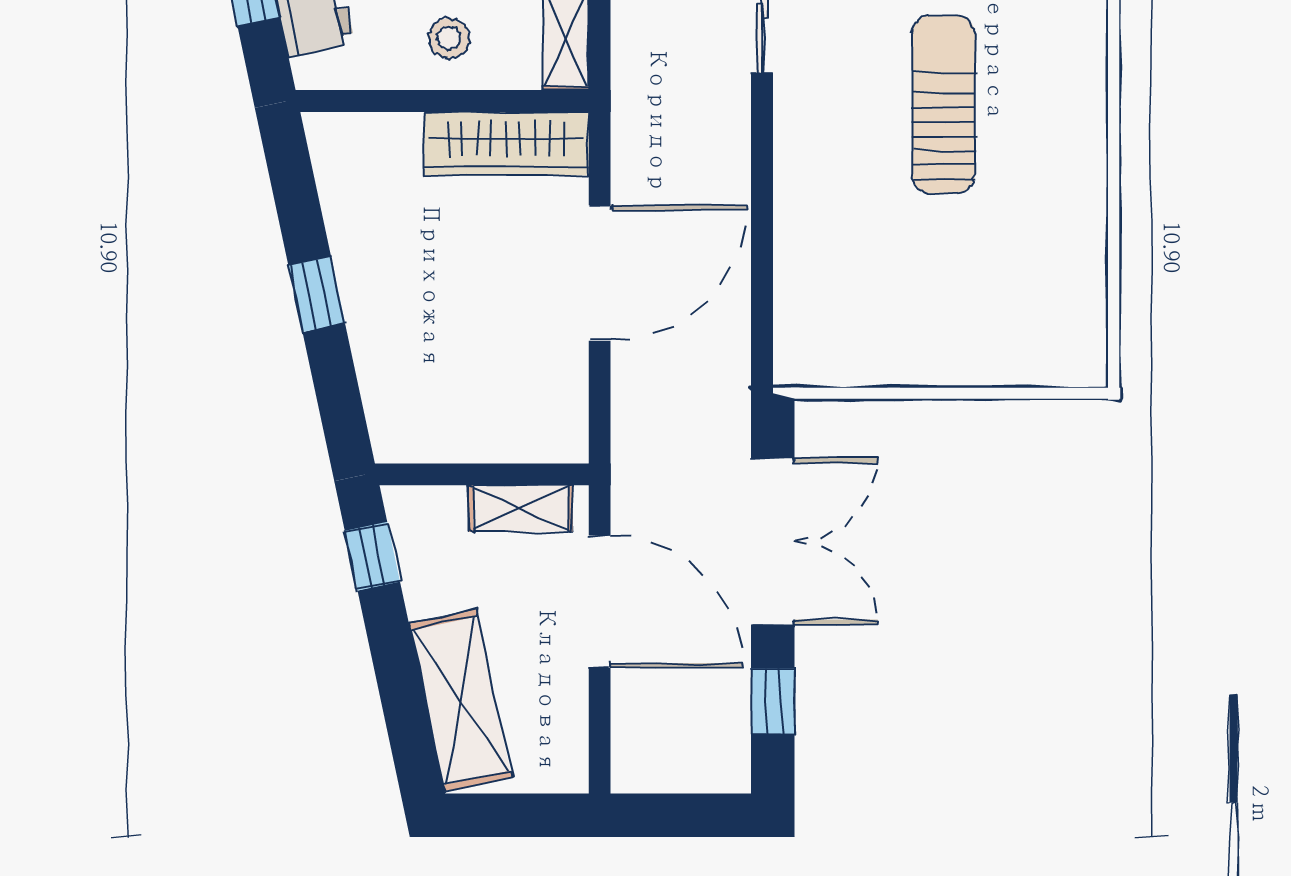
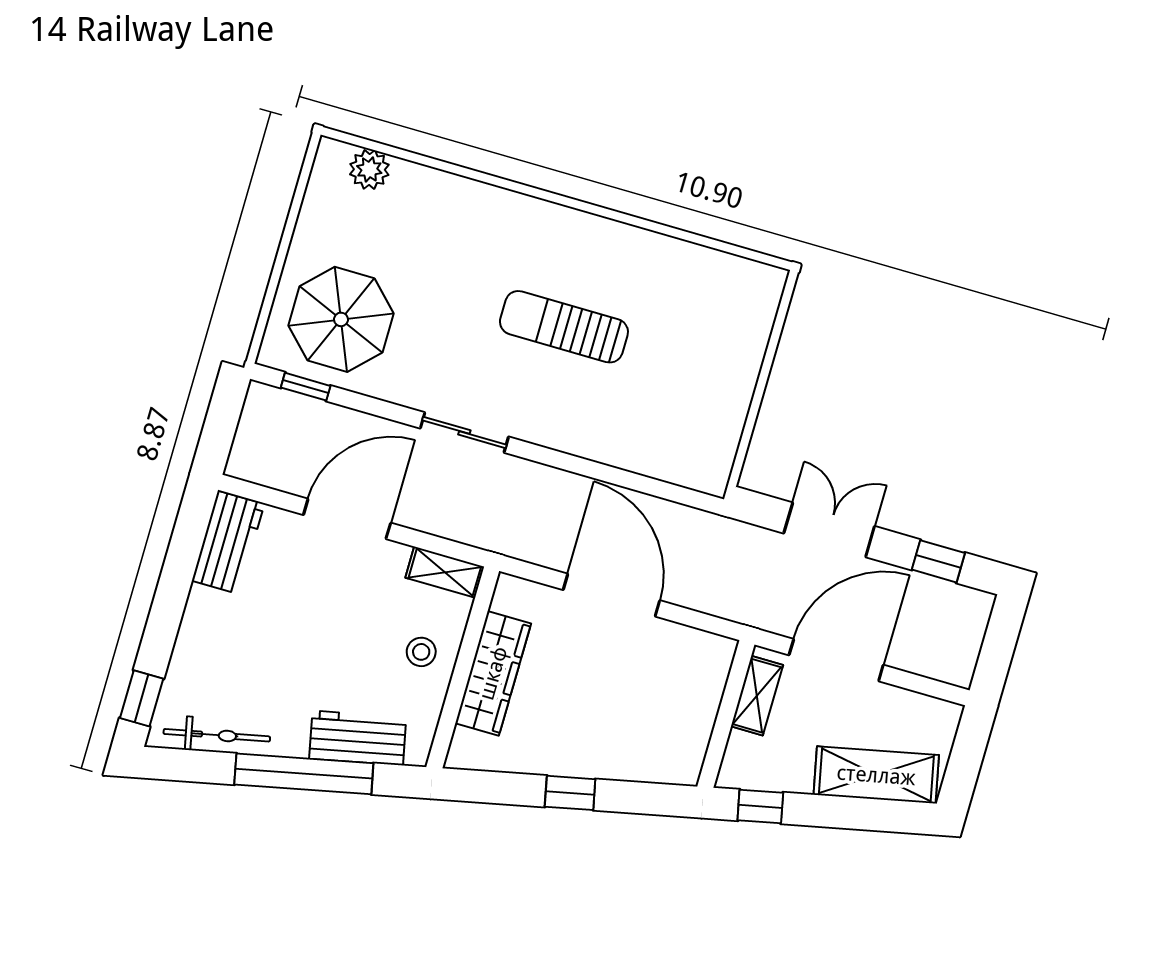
wardrobe: (507, 144) -> (493, 673), moved
double door: (773, 541) -> (829, 530), width x0.73

